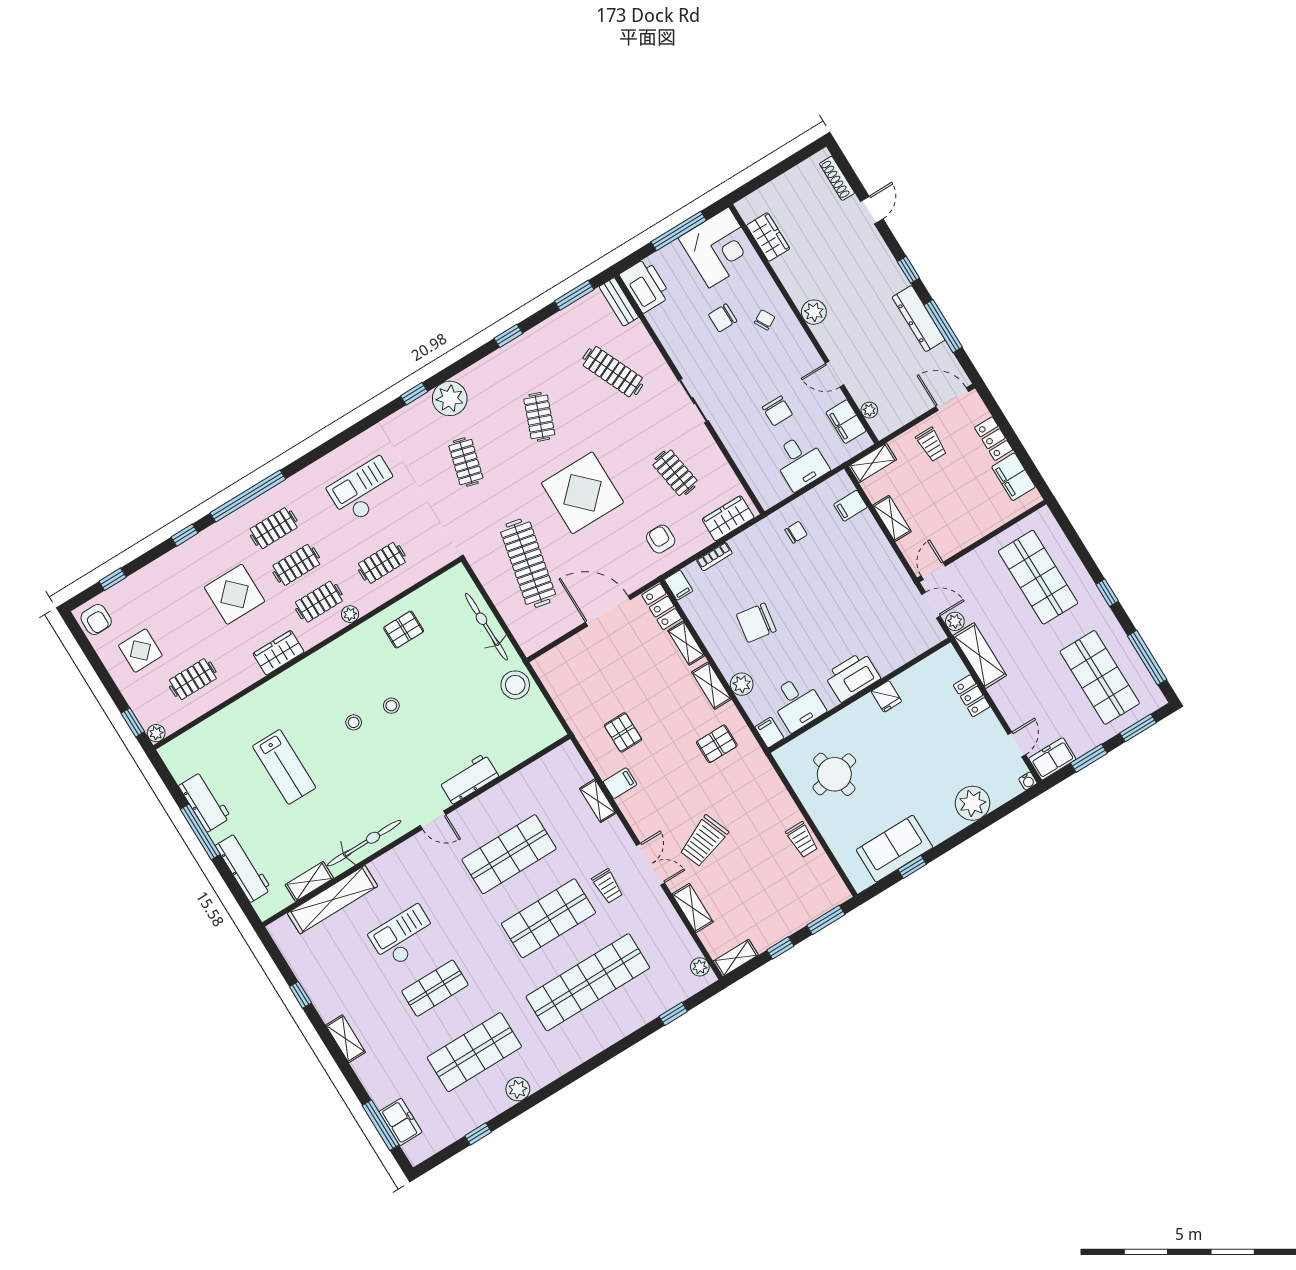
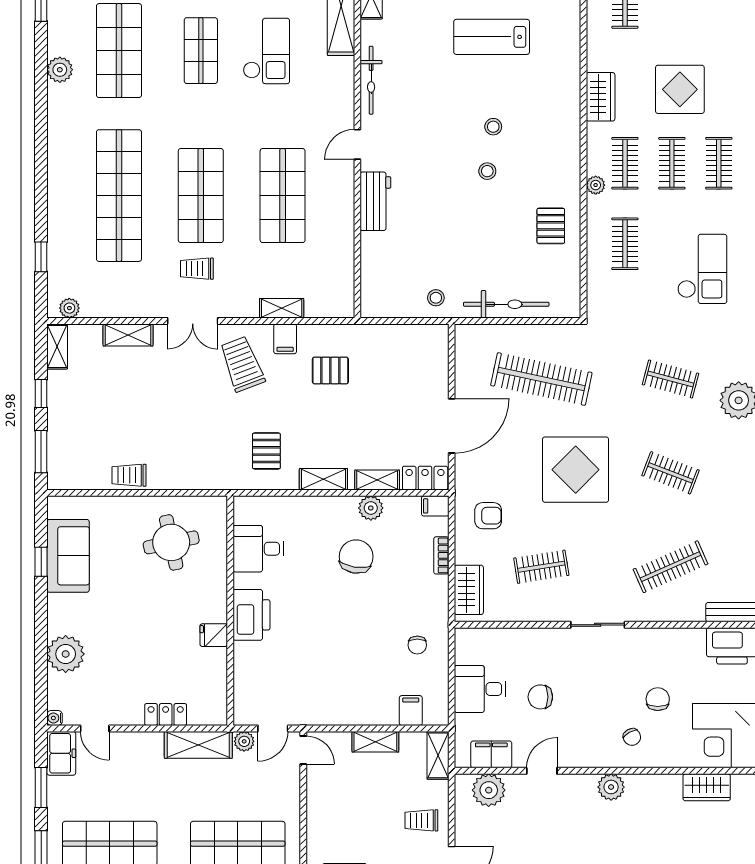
plant: (869, 410) -> (489, 790), width x1.88, depth x1.88
plant: (742, 684) -> (371, 508), moved
stool: (515, 685) -> (436, 298), width x0.53, depth x0.53
filing cabinet: (769, 732) -> (247, 506), removed
trolley: (704, 841) -> (242, 364), moved
bicycle: (364, 843) -> (371, 80), width x0.73, depth x0.71

